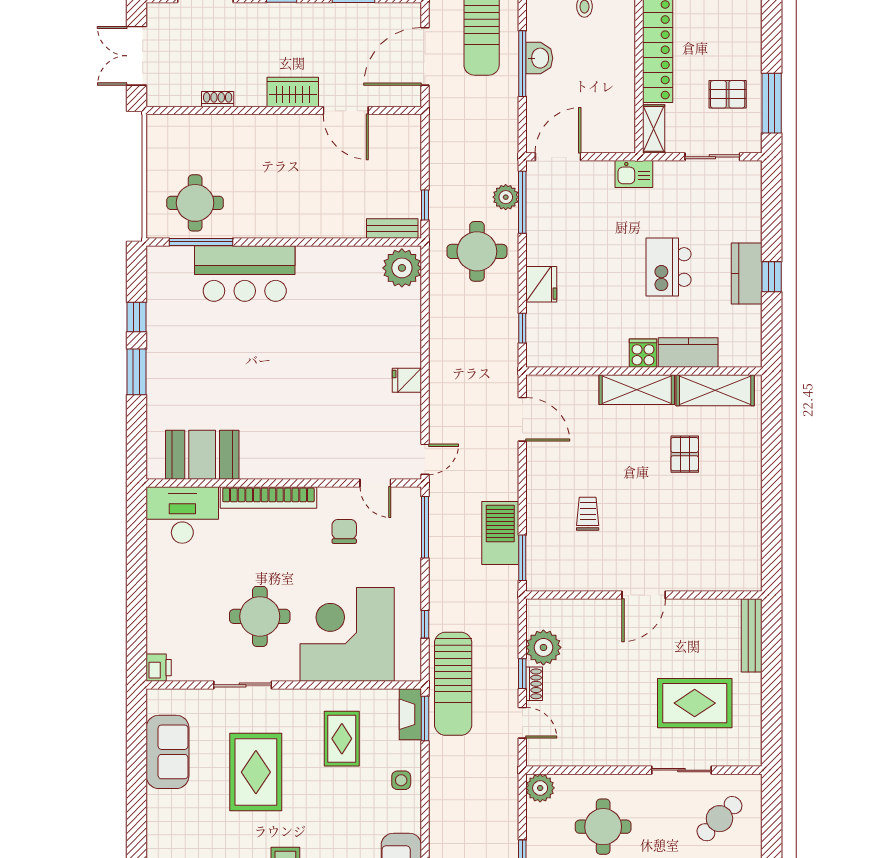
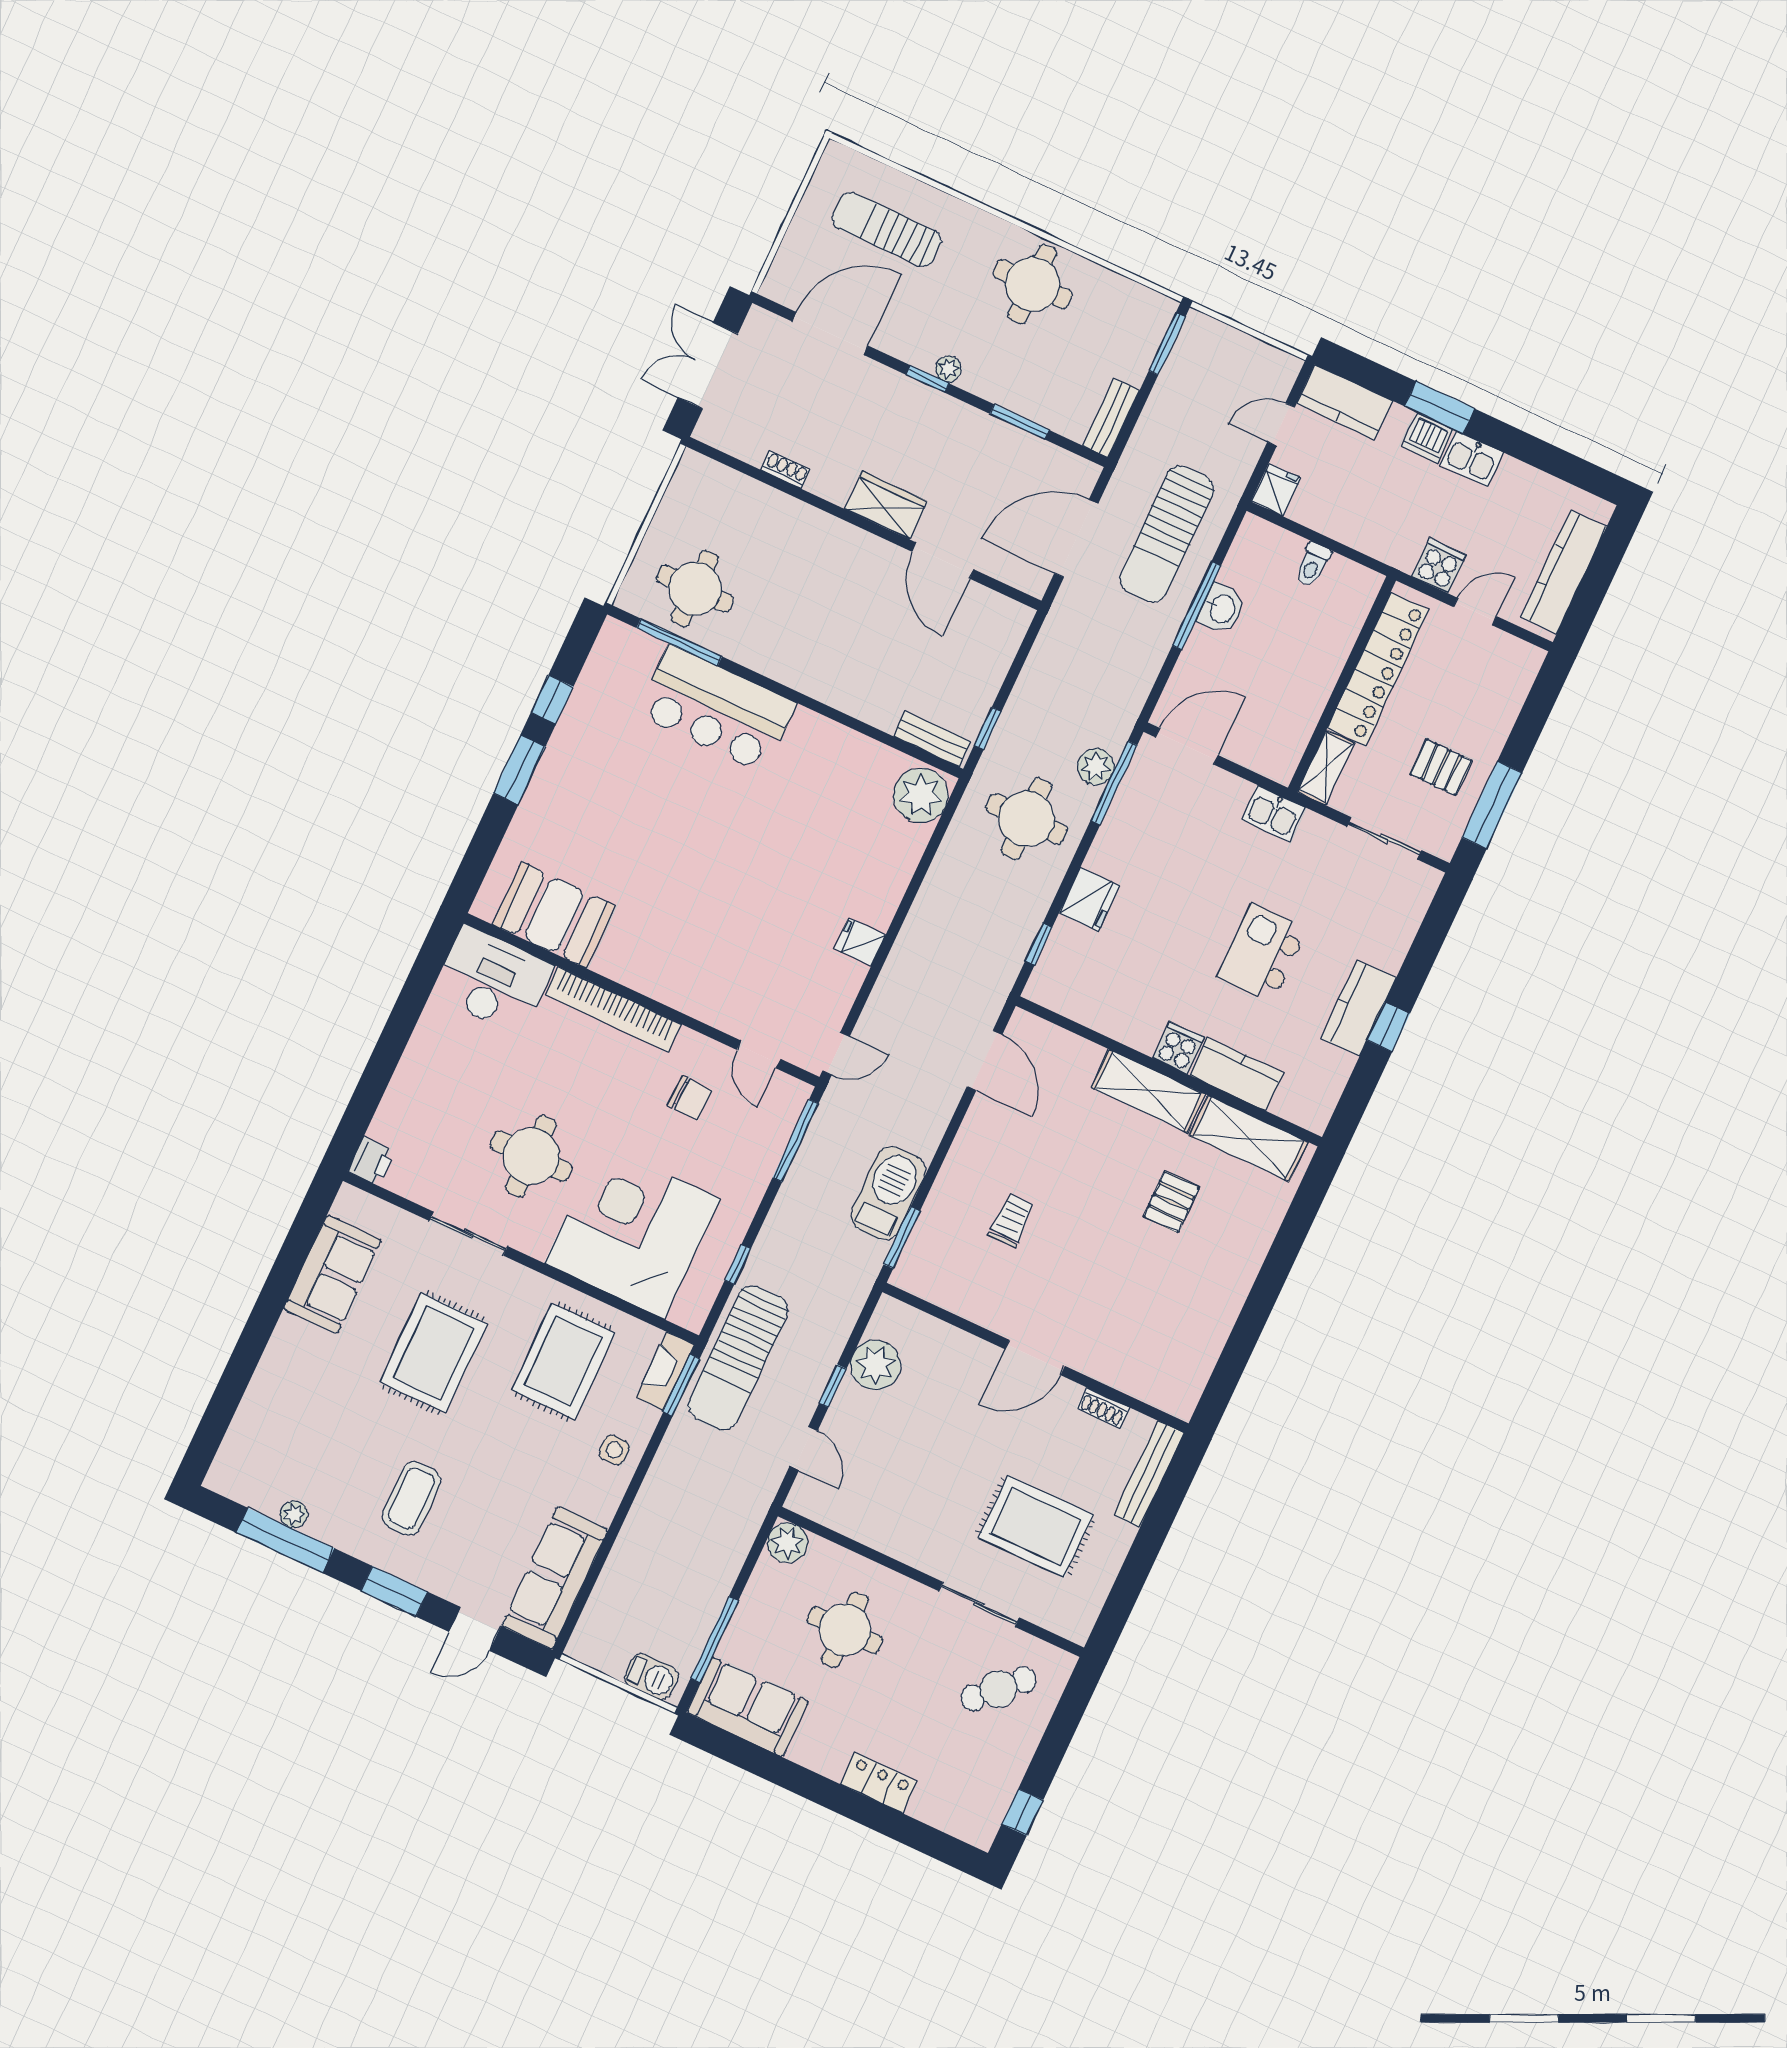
chair: (344, 531) -> (690, 1098), turned 92
shoe rack: (534, 684) -> (1103, 1408), moved, turned 90
rug: (342, 739) -> (563, 1361), width x1.36, depth x1.43

